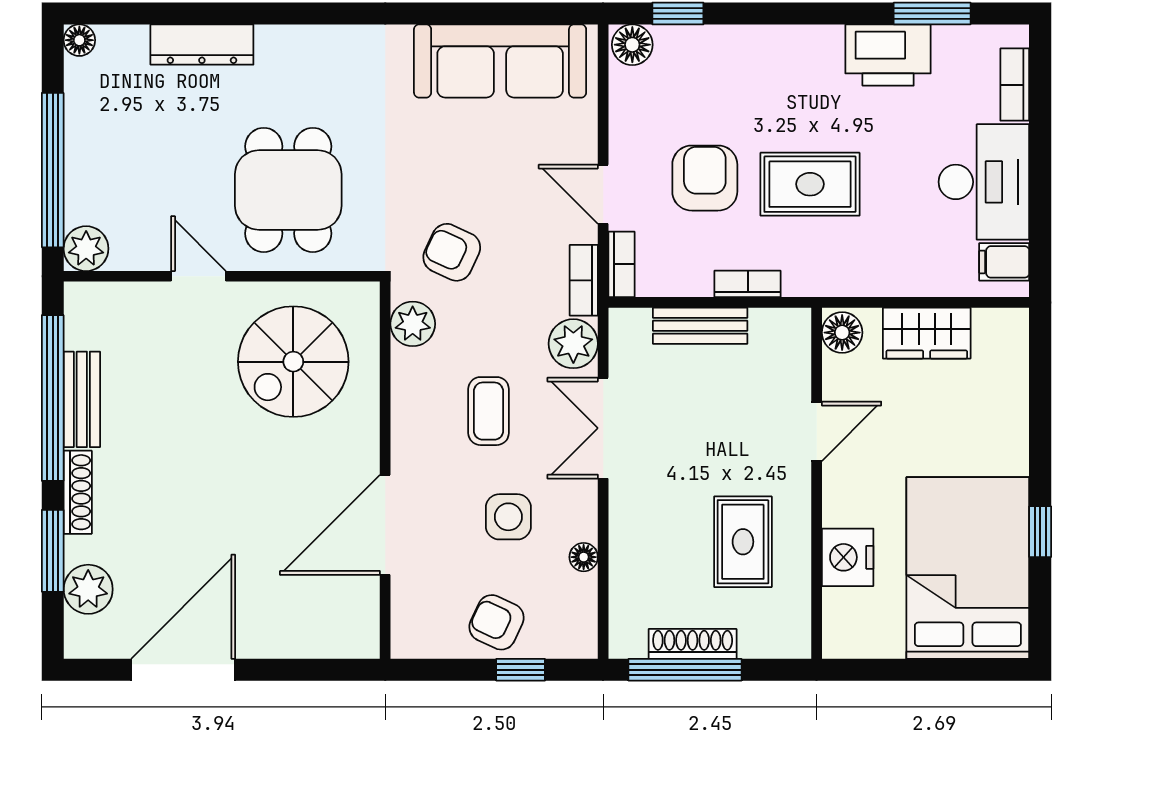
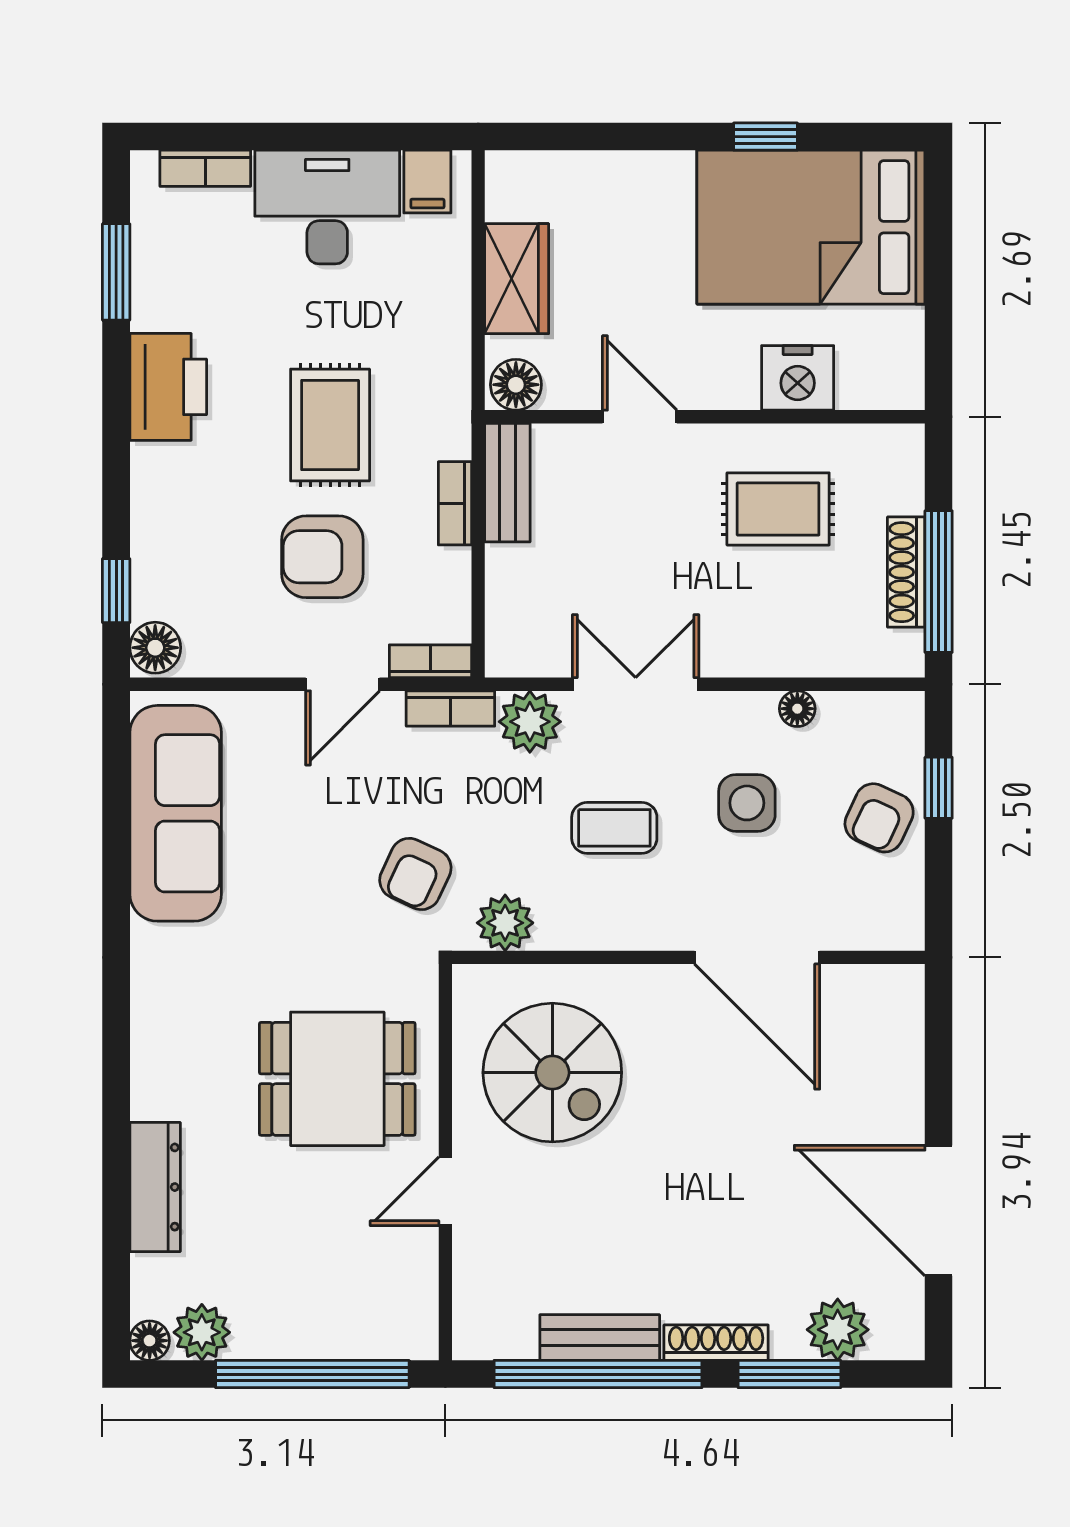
printer: (888, 55) -> (168, 387), moved
plant: (86, 249) -> (202, 1332), moved
bench: (700, 326) -> (507, 483), moved
double door: (603, 428) -> (636, 684), swing flipped

